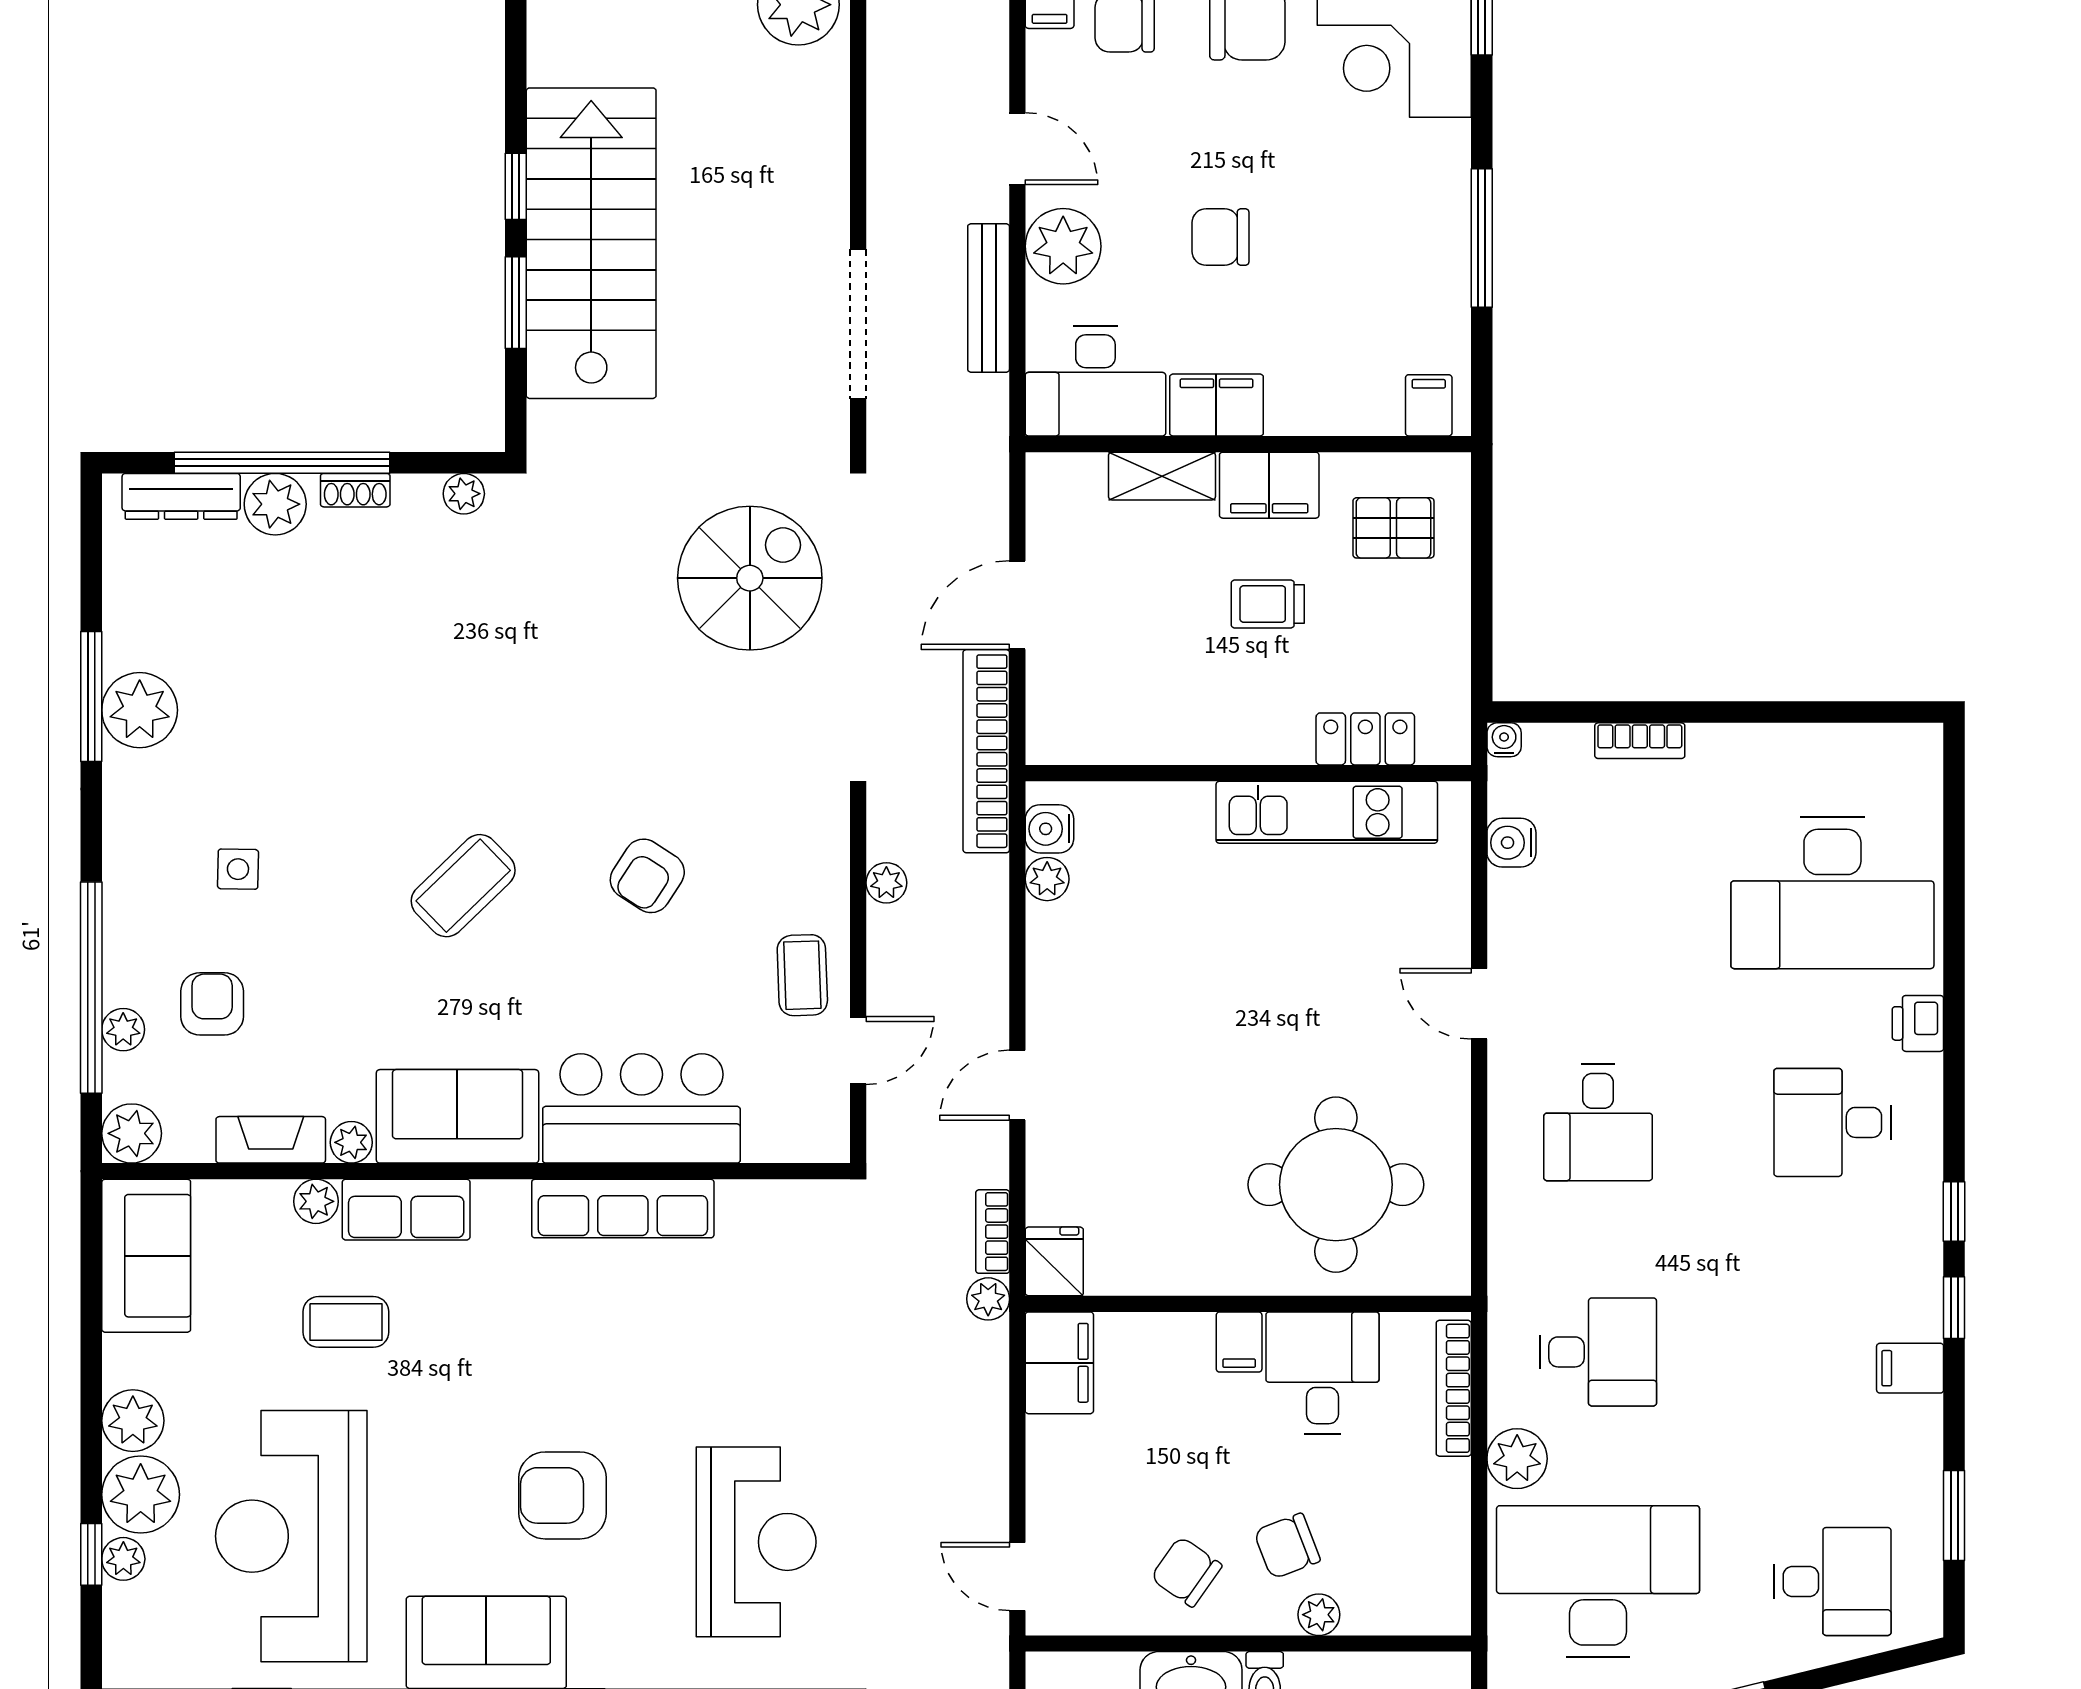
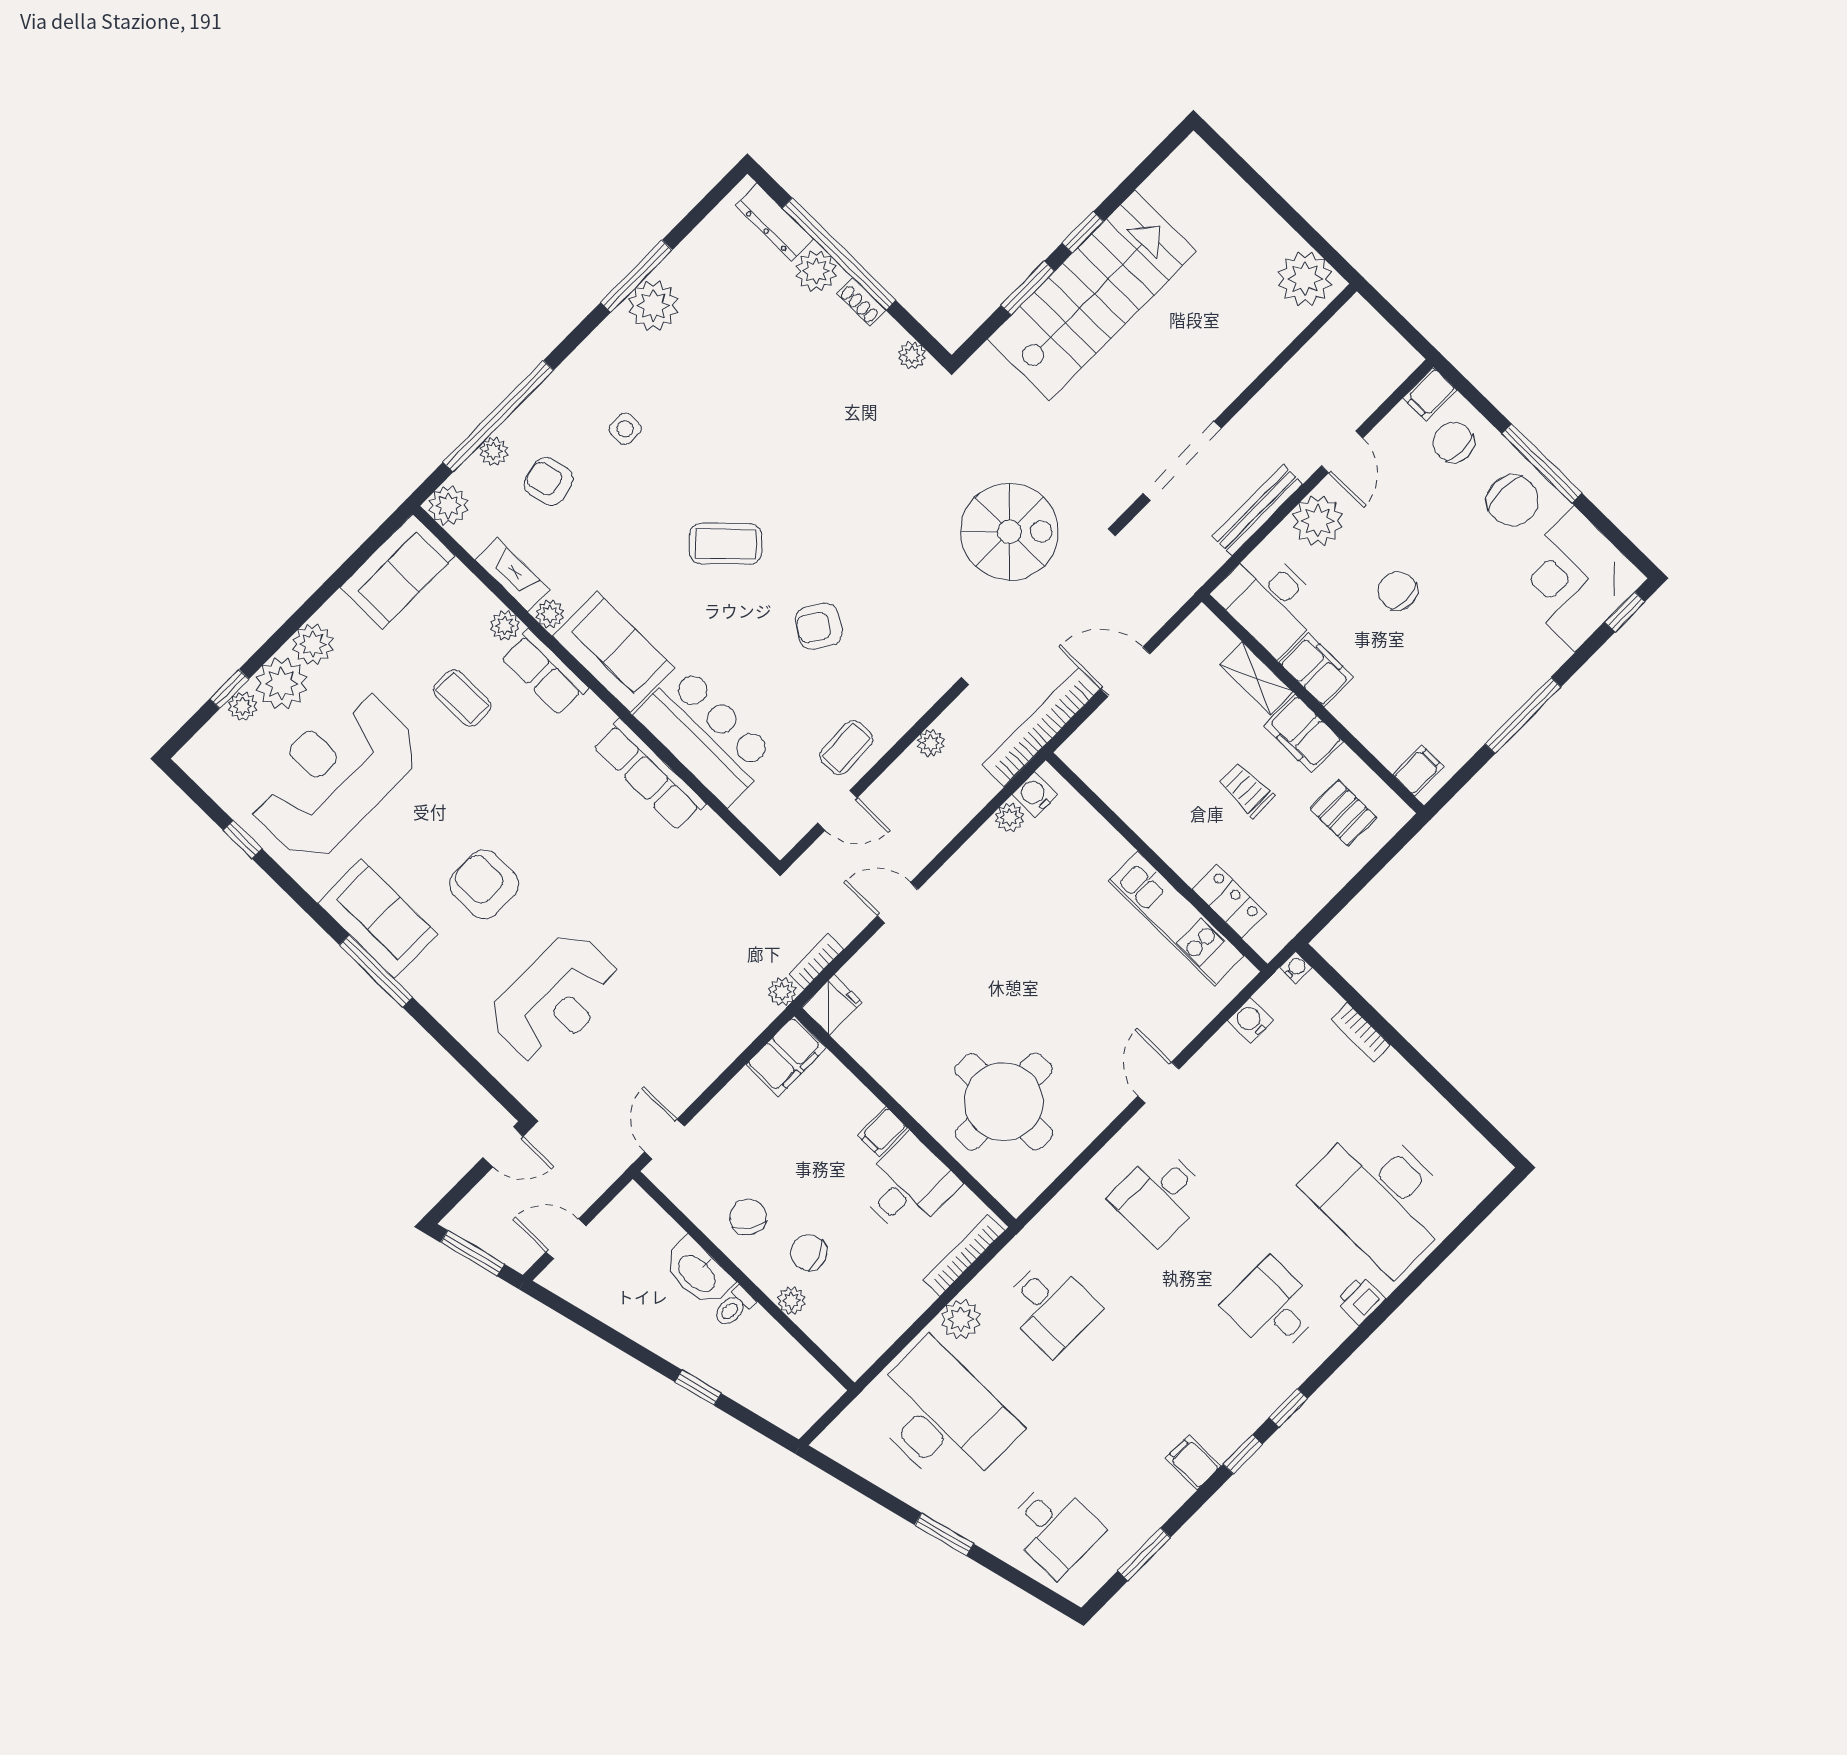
armchair: (212, 1004) -> (549, 481), turned -103

